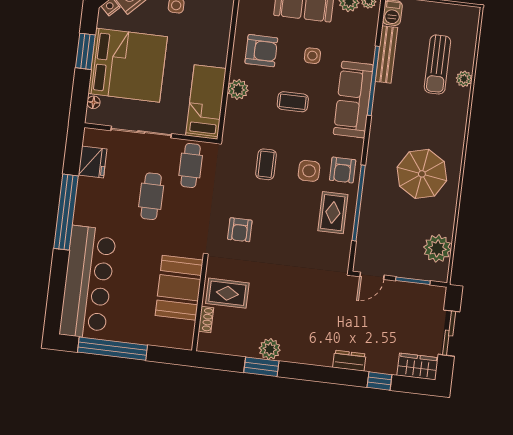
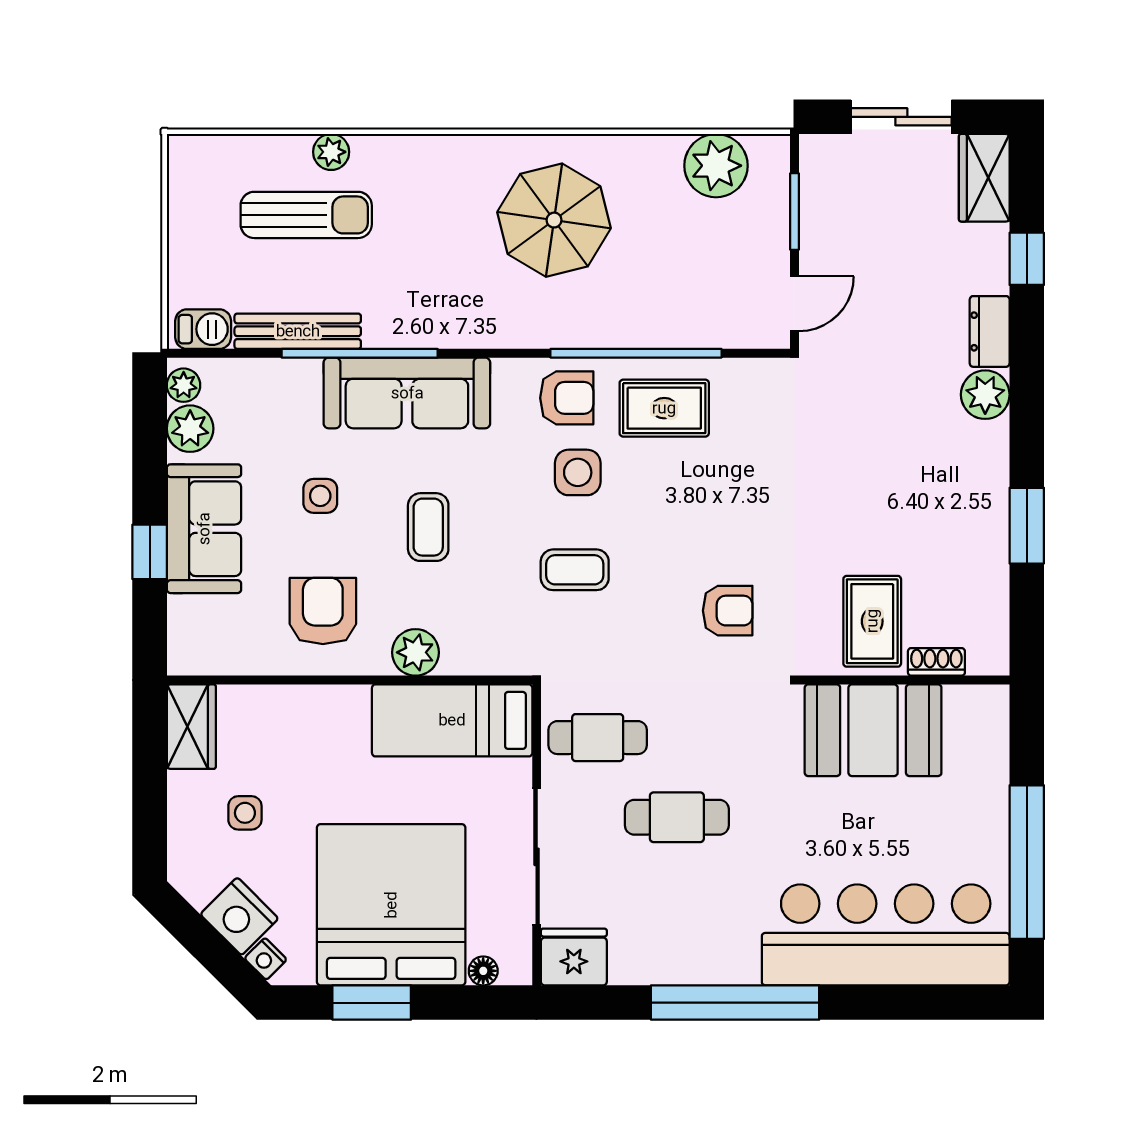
fridge: (92, 162) -> (574, 957), moved
door: (372, 276) -> (795, 304), hinge flipped
plant: (270, 349) -> (985, 395), moved

